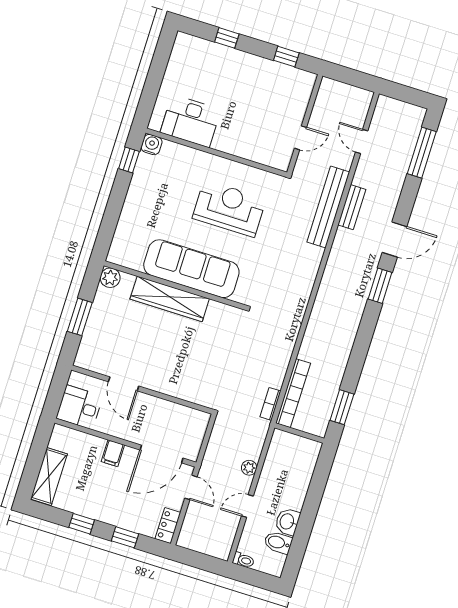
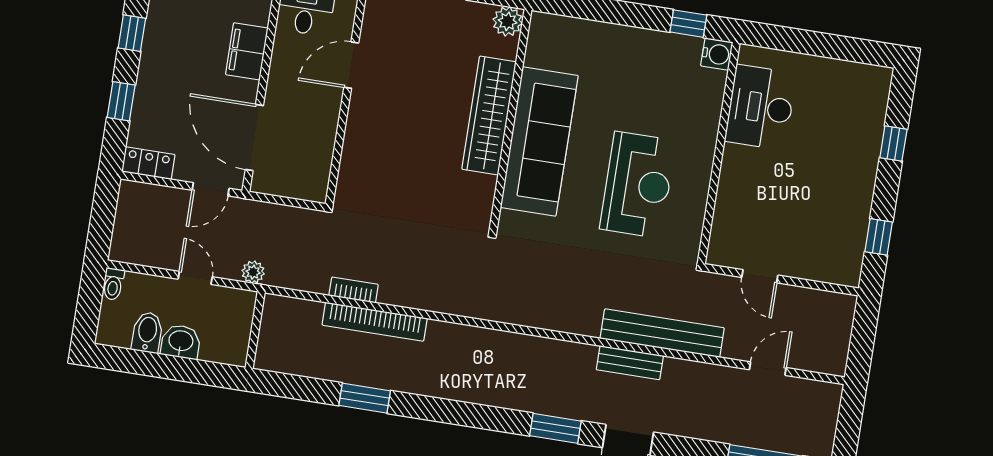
bench: (352, 207) -> (630, 363), moved
wall: (299, 433) -> (255, 330), moved
filing cabinet: (113, 453) -> (247, 51), width x2.00

